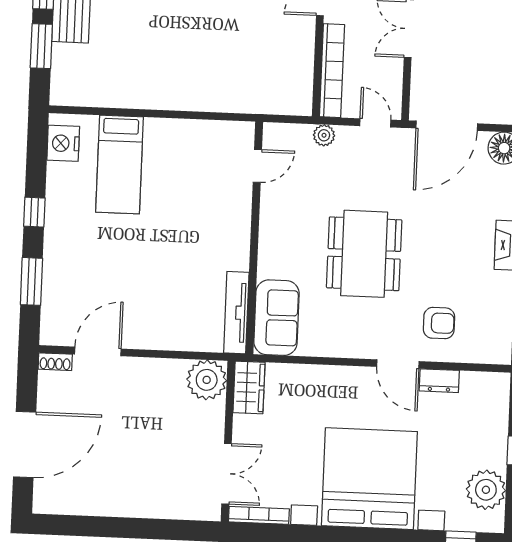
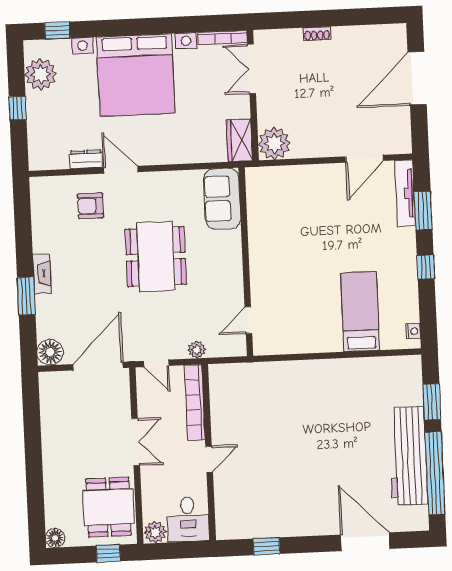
nightstand: (63, 143) -> (413, 331), width x0.53, depth x0.56
tv unit: (236, 313) -> (405, 193), moved, turned 180
shoe rack: (55, 362) -> (317, 34), moved, turned 180

